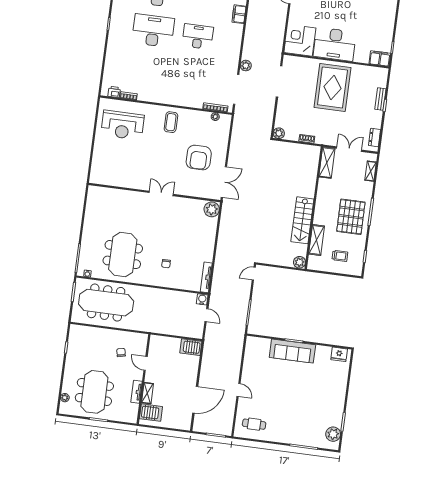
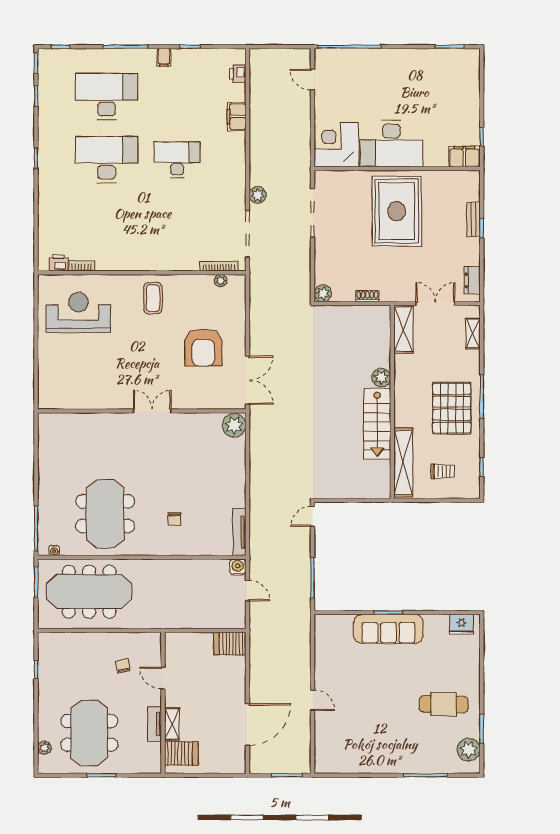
reception desk: (123, 125) -> (78, 313), turned 180
shelving: (317, 240) -> (403, 462), width x1.47
plant: (300, 262) -> (381, 378), moved
cafe table: (254, 424) -> (444, 704), moved, width x1.37, depth x1.35

